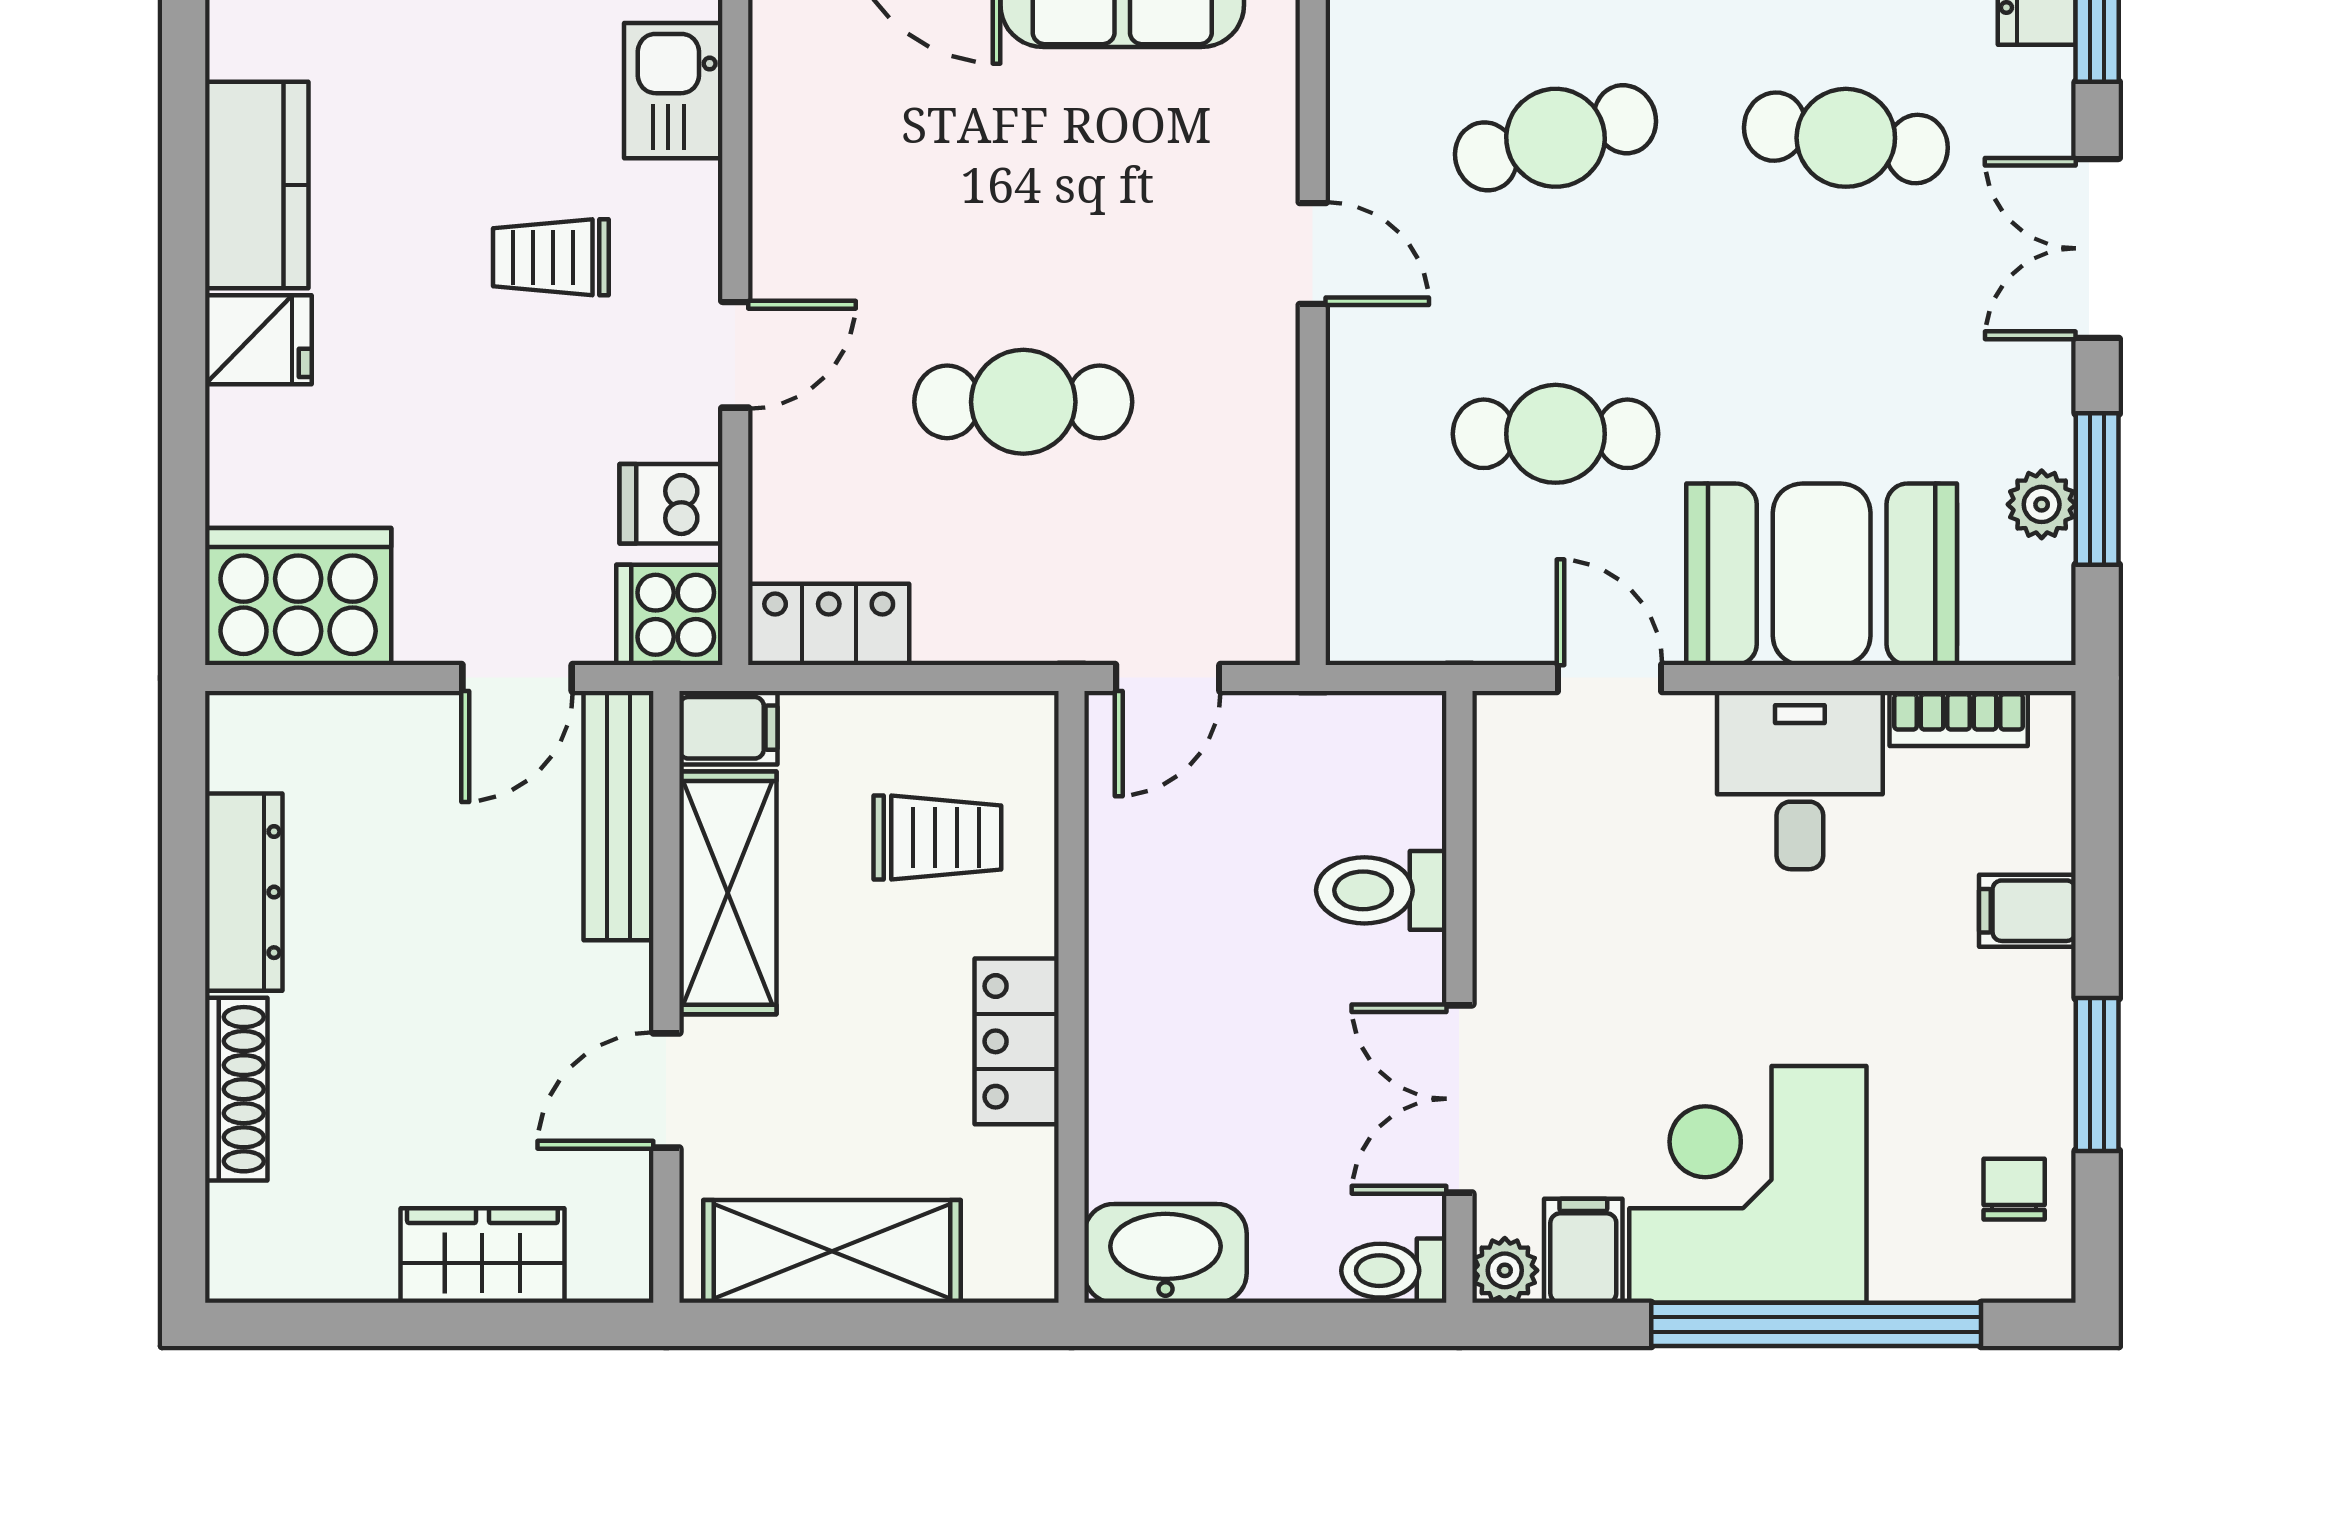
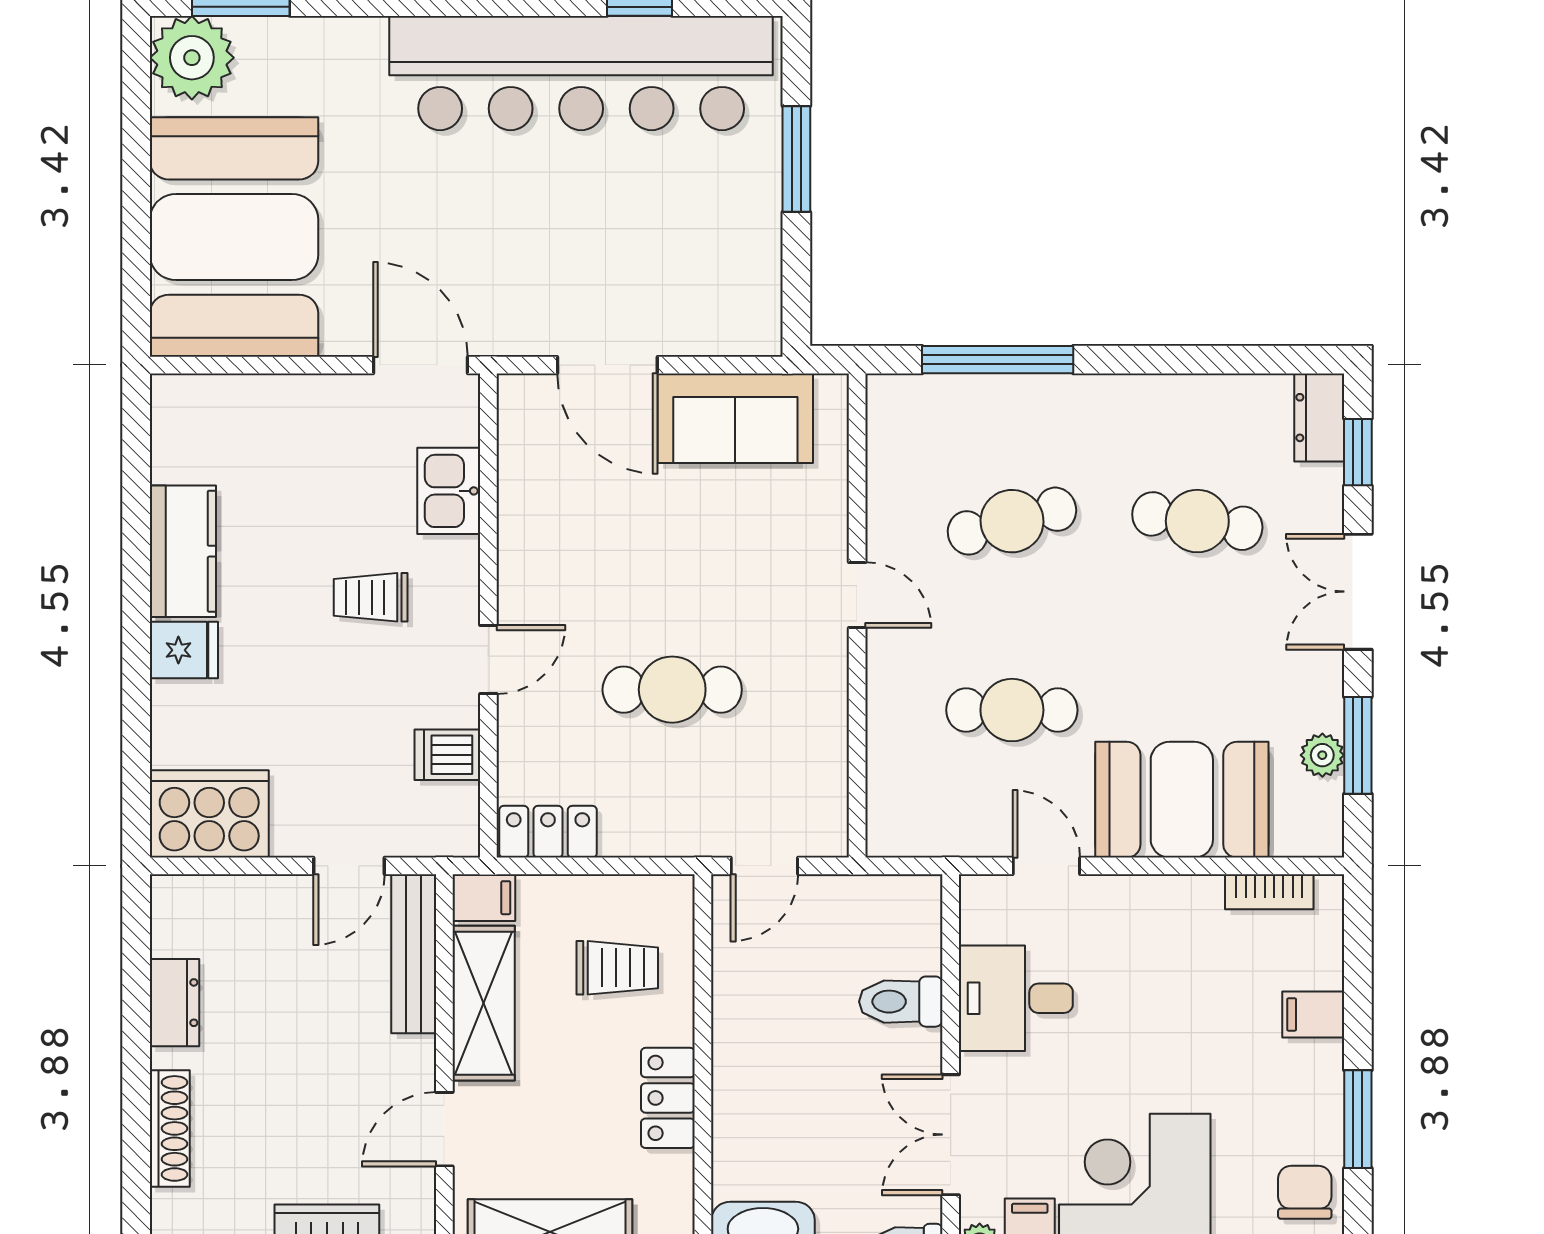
cooker: (669, 615) -> (446, 826), removed
desk: (1800, 780) -> (1016, 998), moved, turned -90
dresser: (244, 892) -> (175, 1003), width x0.70
chair: (2014, 1189) -> (1305, 1192), width x1.37, depth x1.37

